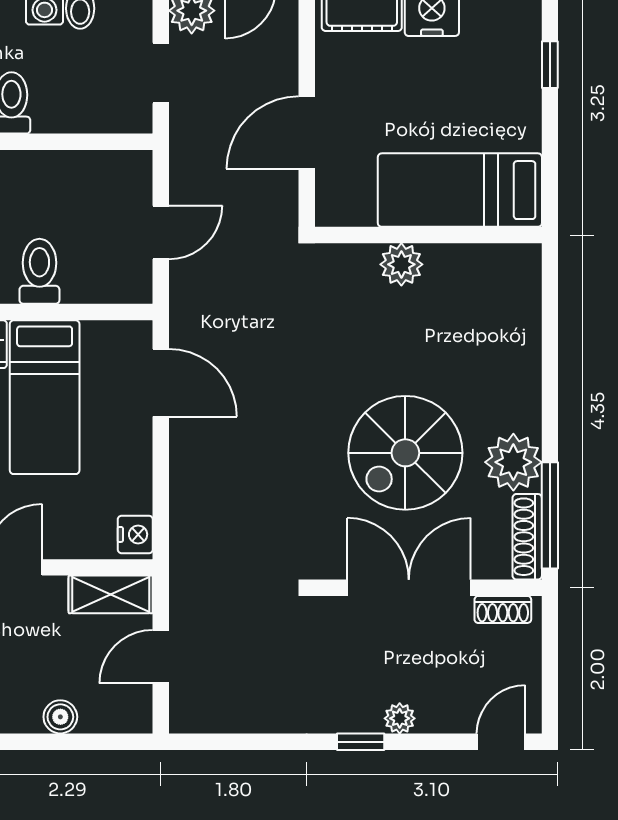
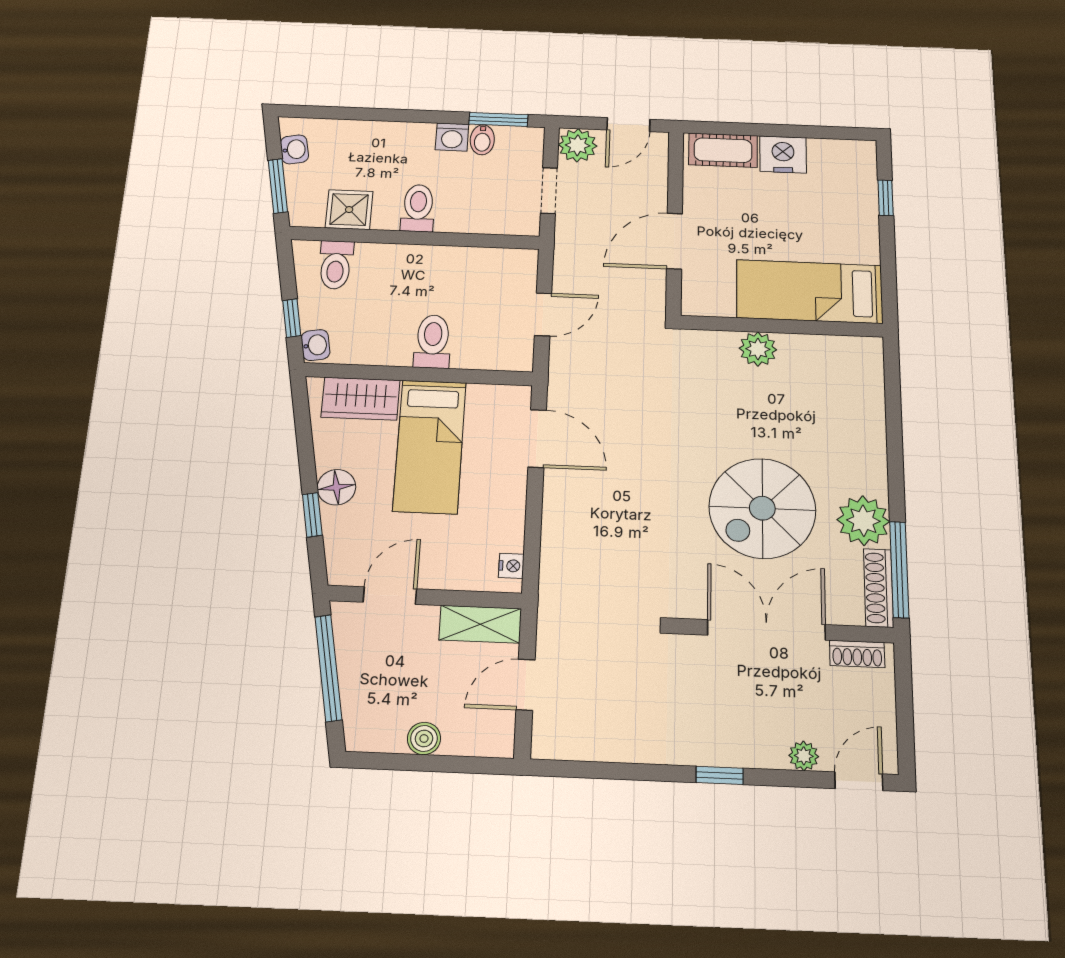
nightstand: (135, 534) -> (511, 566), width x0.72, depth x0.74
plant: (400, 718) -> (804, 756), moved

